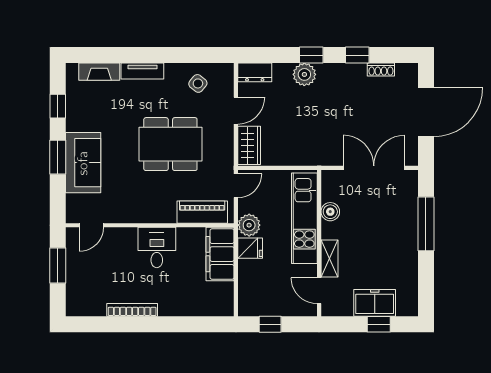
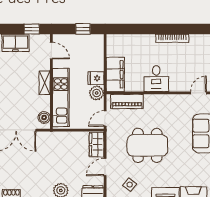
boiler: (330, 212) -> (44, 118), moved
shelving: (329, 258) -> (45, 83), moved
window: (379, 324) -> (32, 29), moved

